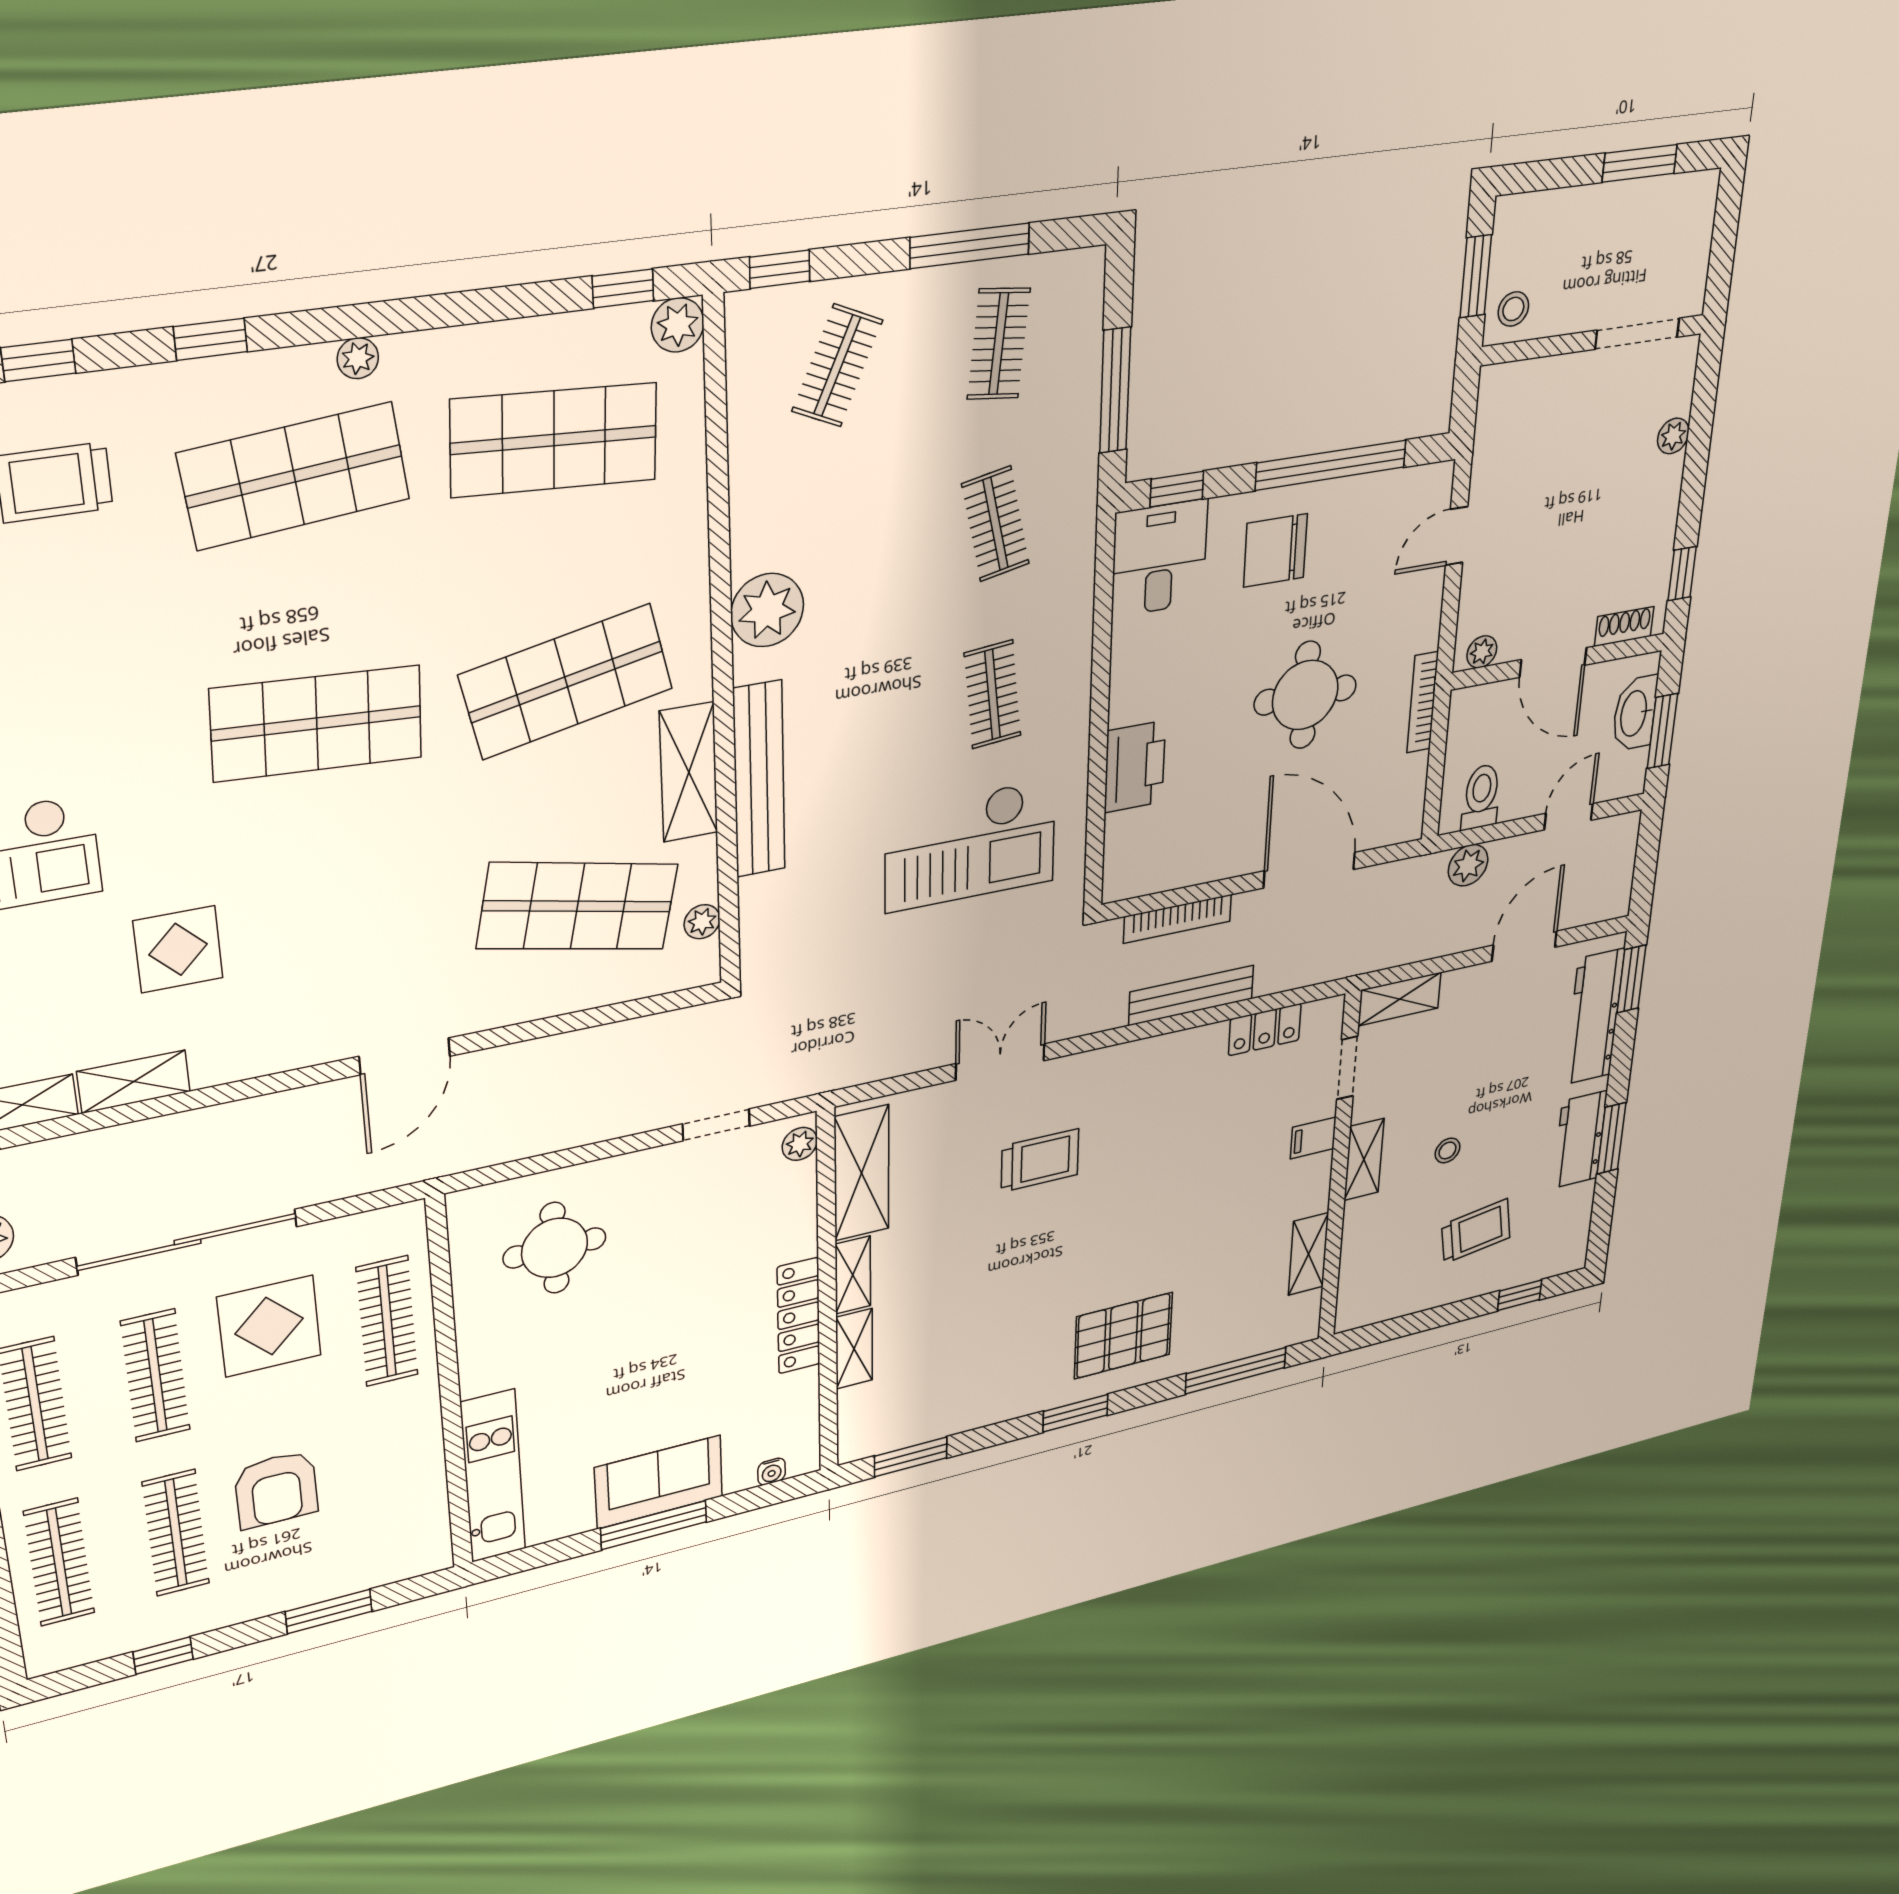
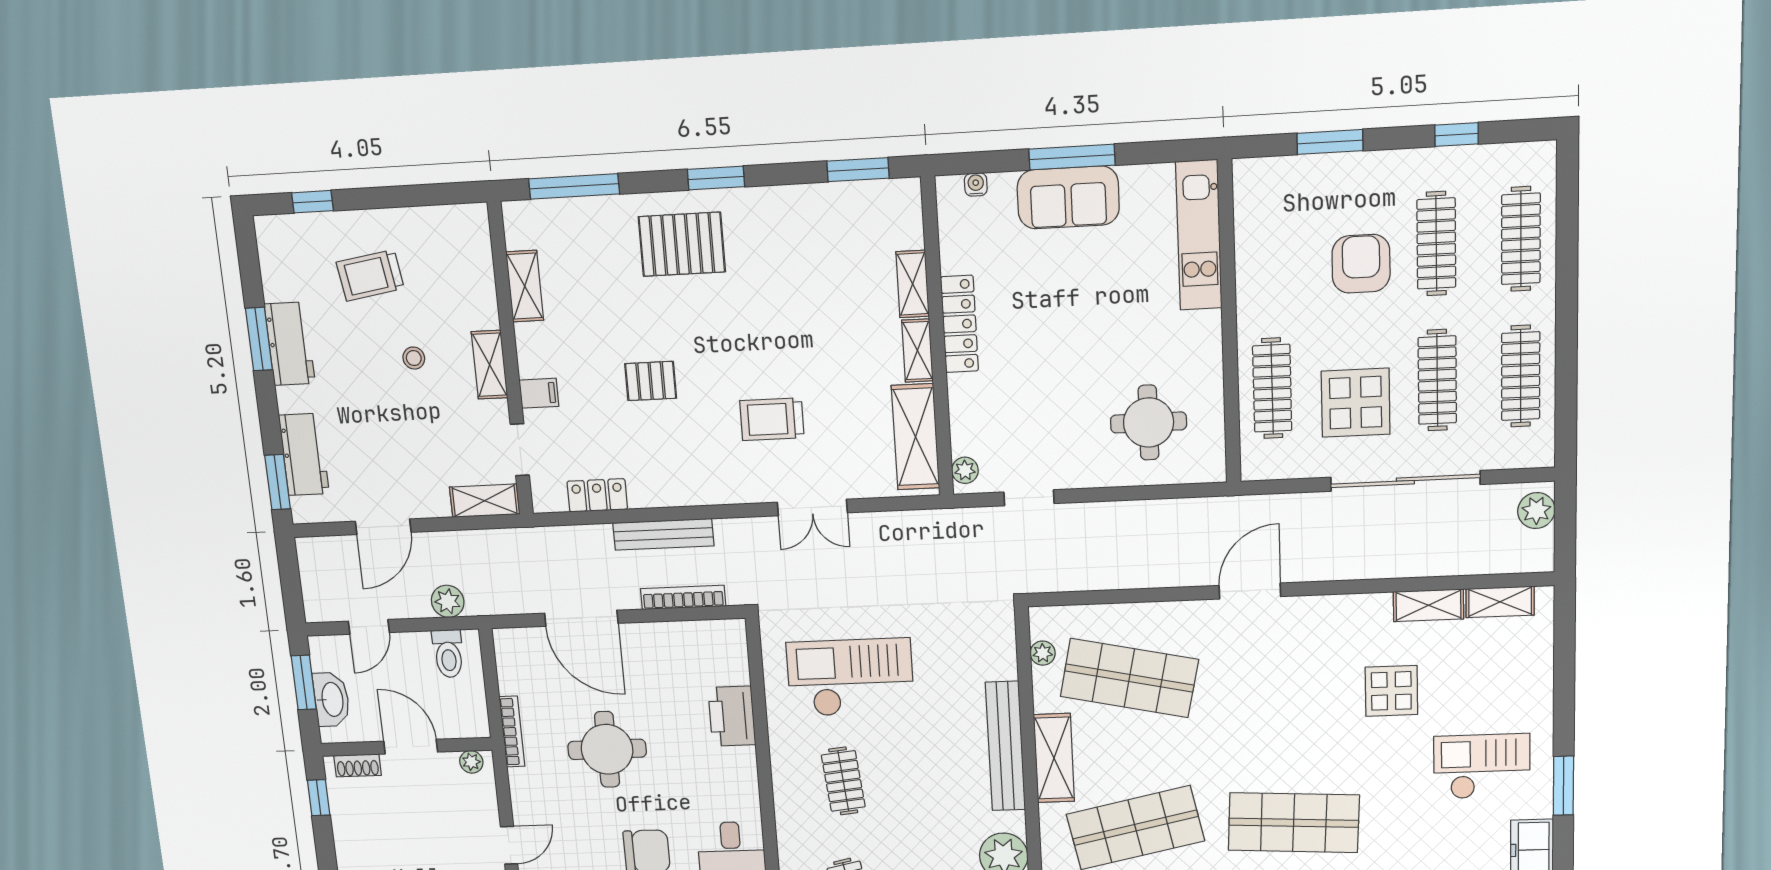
workbench: (1594, 1017) -> (304, 455), width x0.73
pallet: (1181, 1177) -> (651, 381), added

